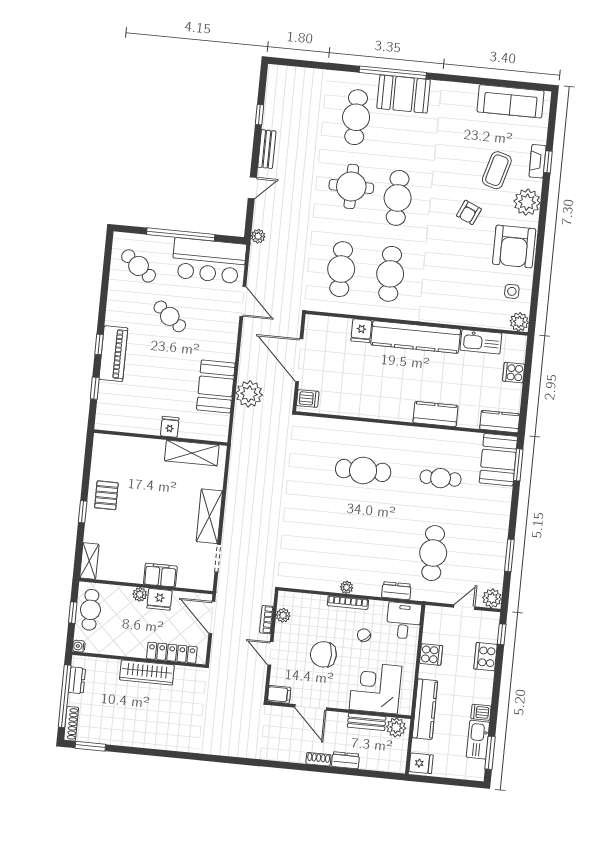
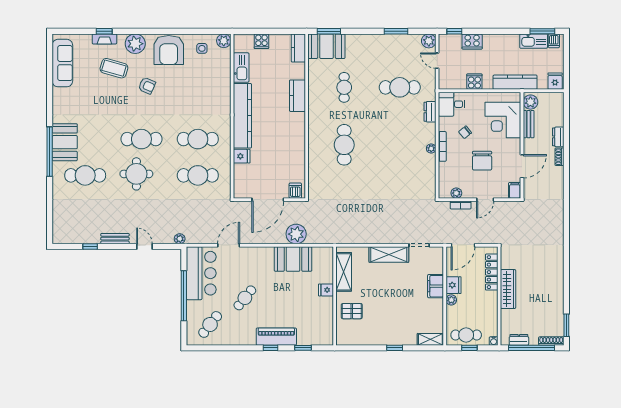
armchair: (514, 246) -> (169, 50), turned 90
pallet: (106, 495) -> (352, 311), moved
dishwasher: (481, 712) -> (554, 41), moved

